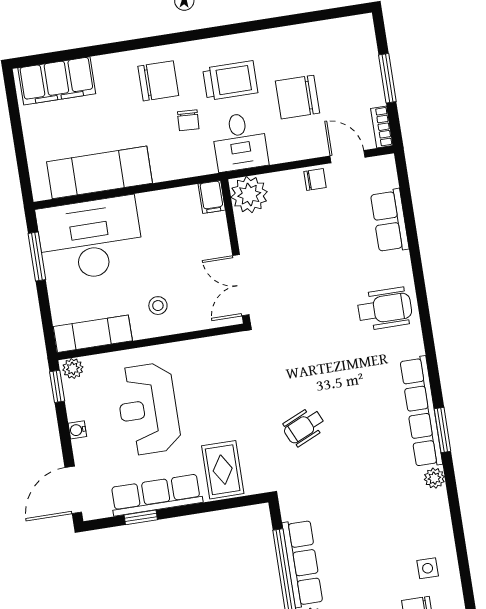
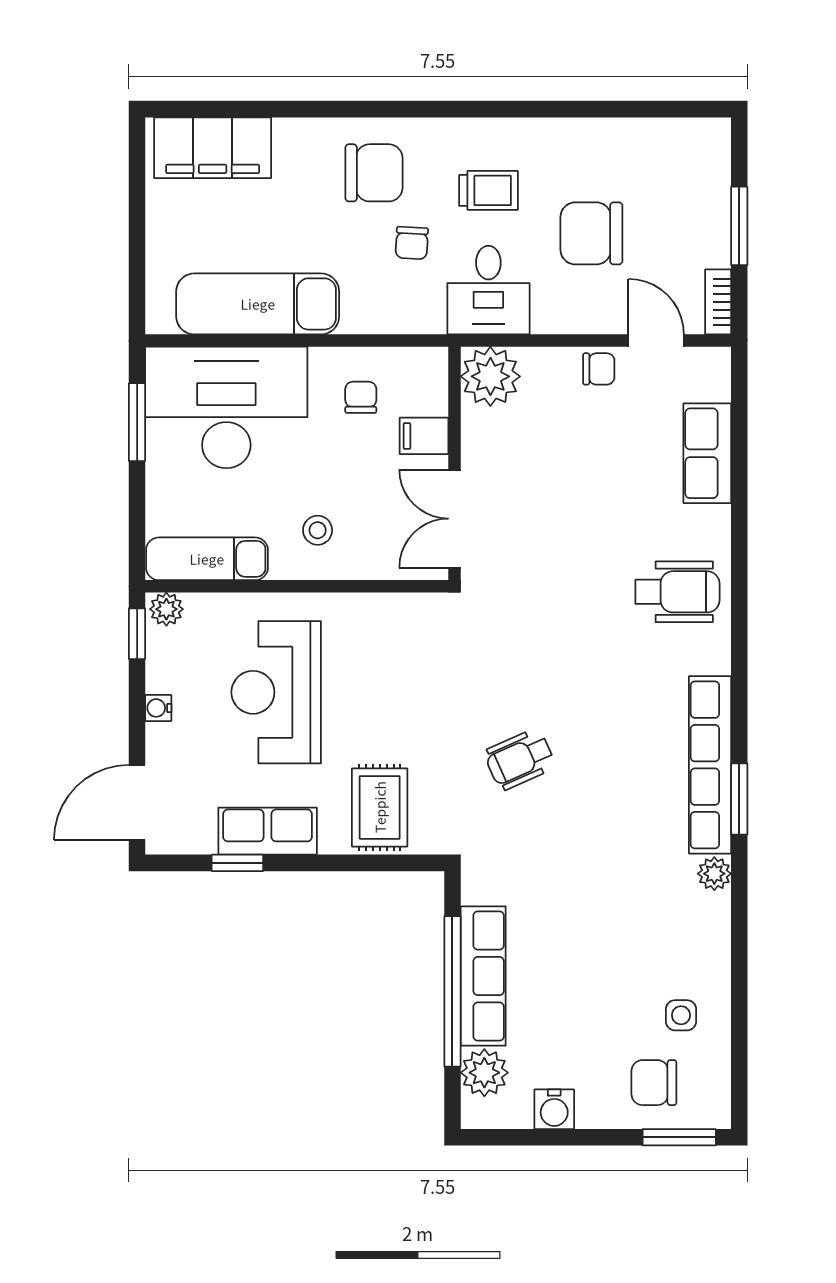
trolley: (230, 81) -> (489, 190), width x0.73, depth x0.72
filing cabinet: (212, 197) -> (424, 436), moved, turned 90
chair: (172, 220) -> (361, 397), added
row of seats: (156, 495) -> (268, 831), width x0.68

